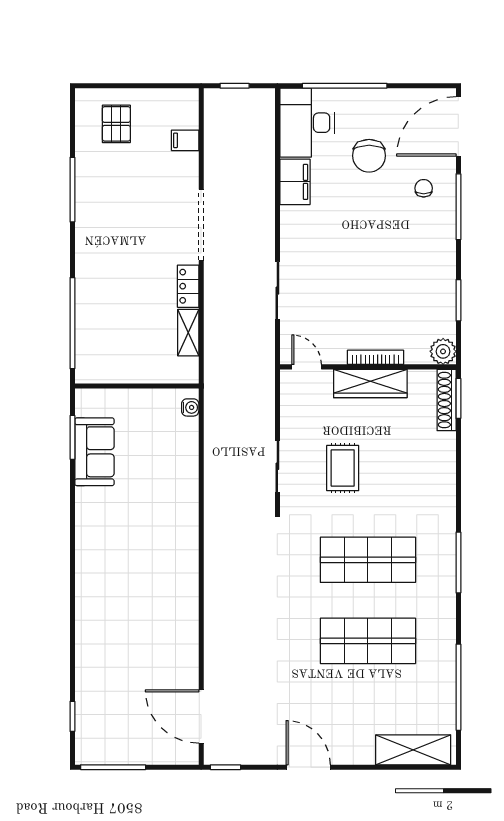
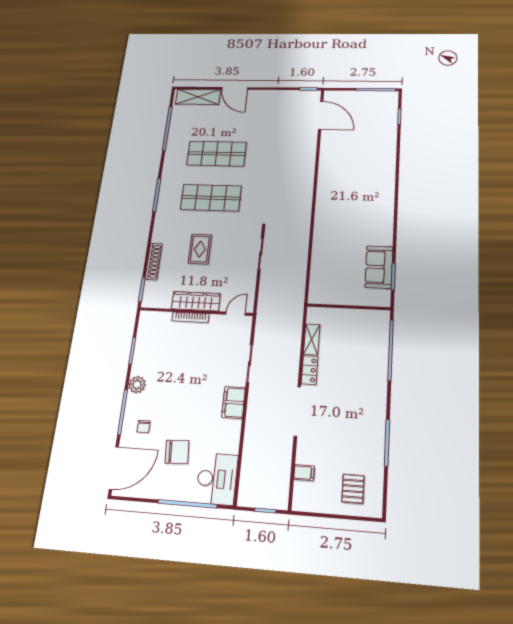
chair: (369, 156) -> (177, 452), turned 86
filing cabinet: (295, 182) -> (234, 402), moved
plant: (443, 351) -> (137, 385), moved
door: (307, 367) -> (236, 314), swing flipped
shoe rack: (447, 400) -> (154, 261), moved
water cooler: (190, 407) -> (314, 292), removed
rug: (343, 468) -> (200, 249), moved
door: (308, 767) -> (235, 88), moved

